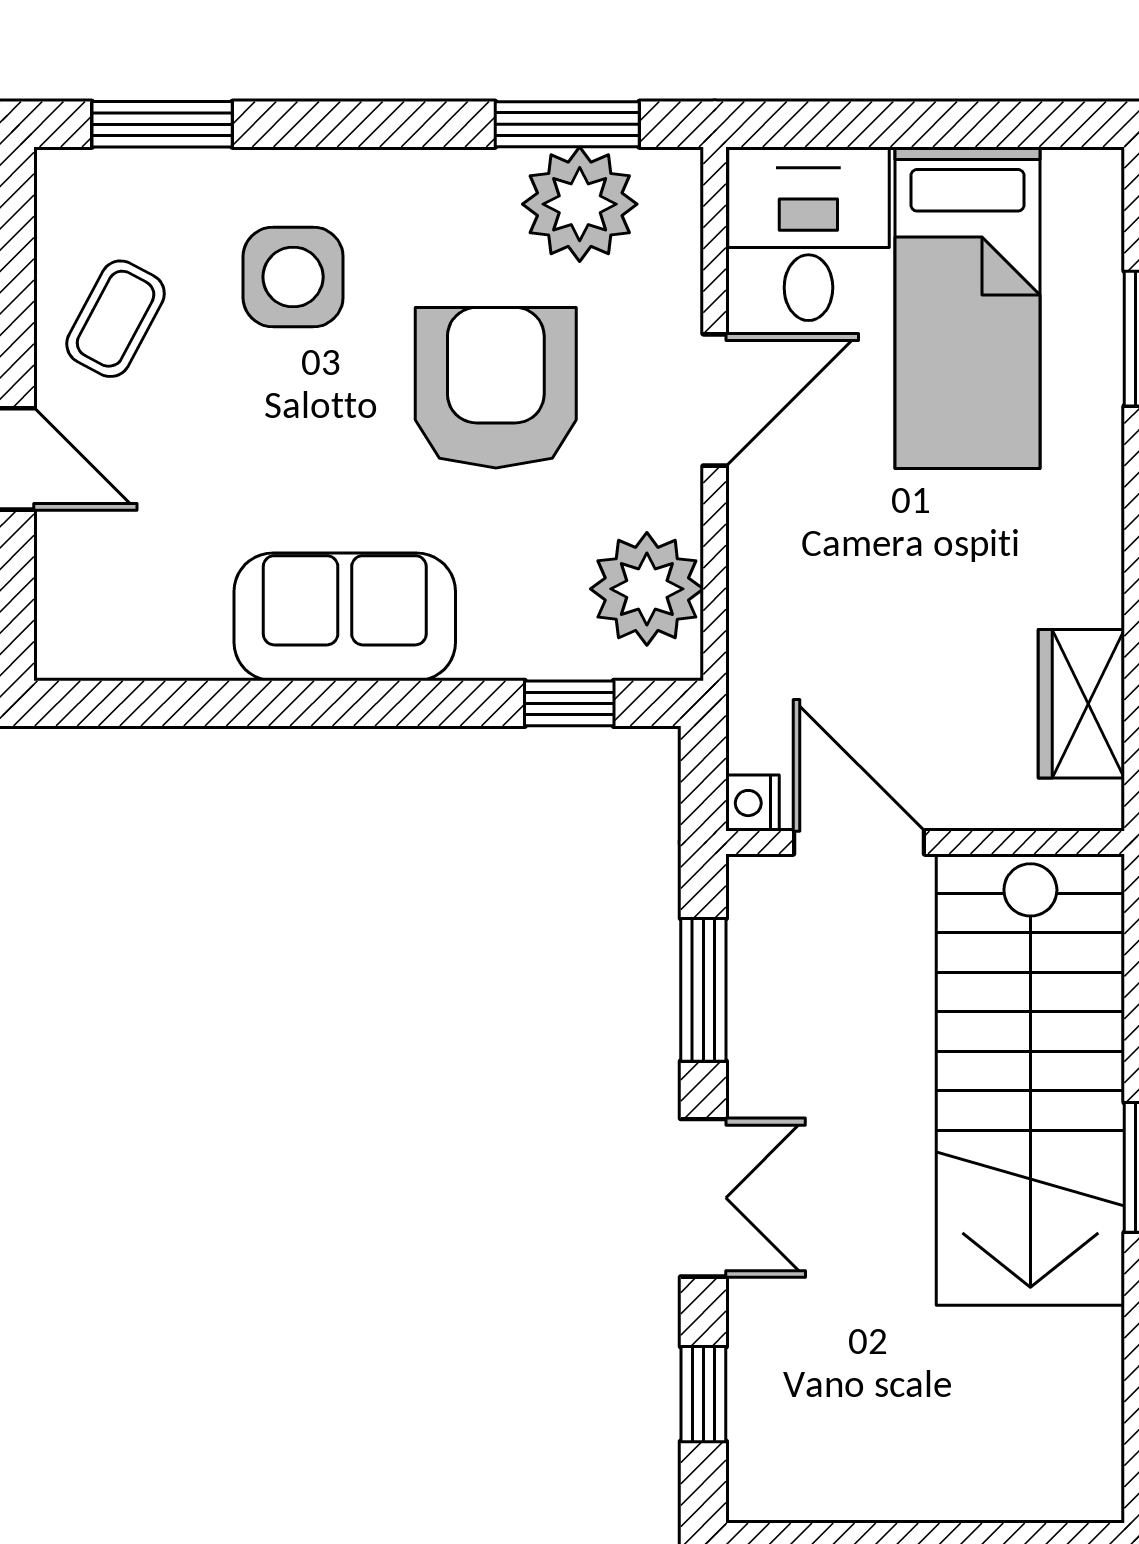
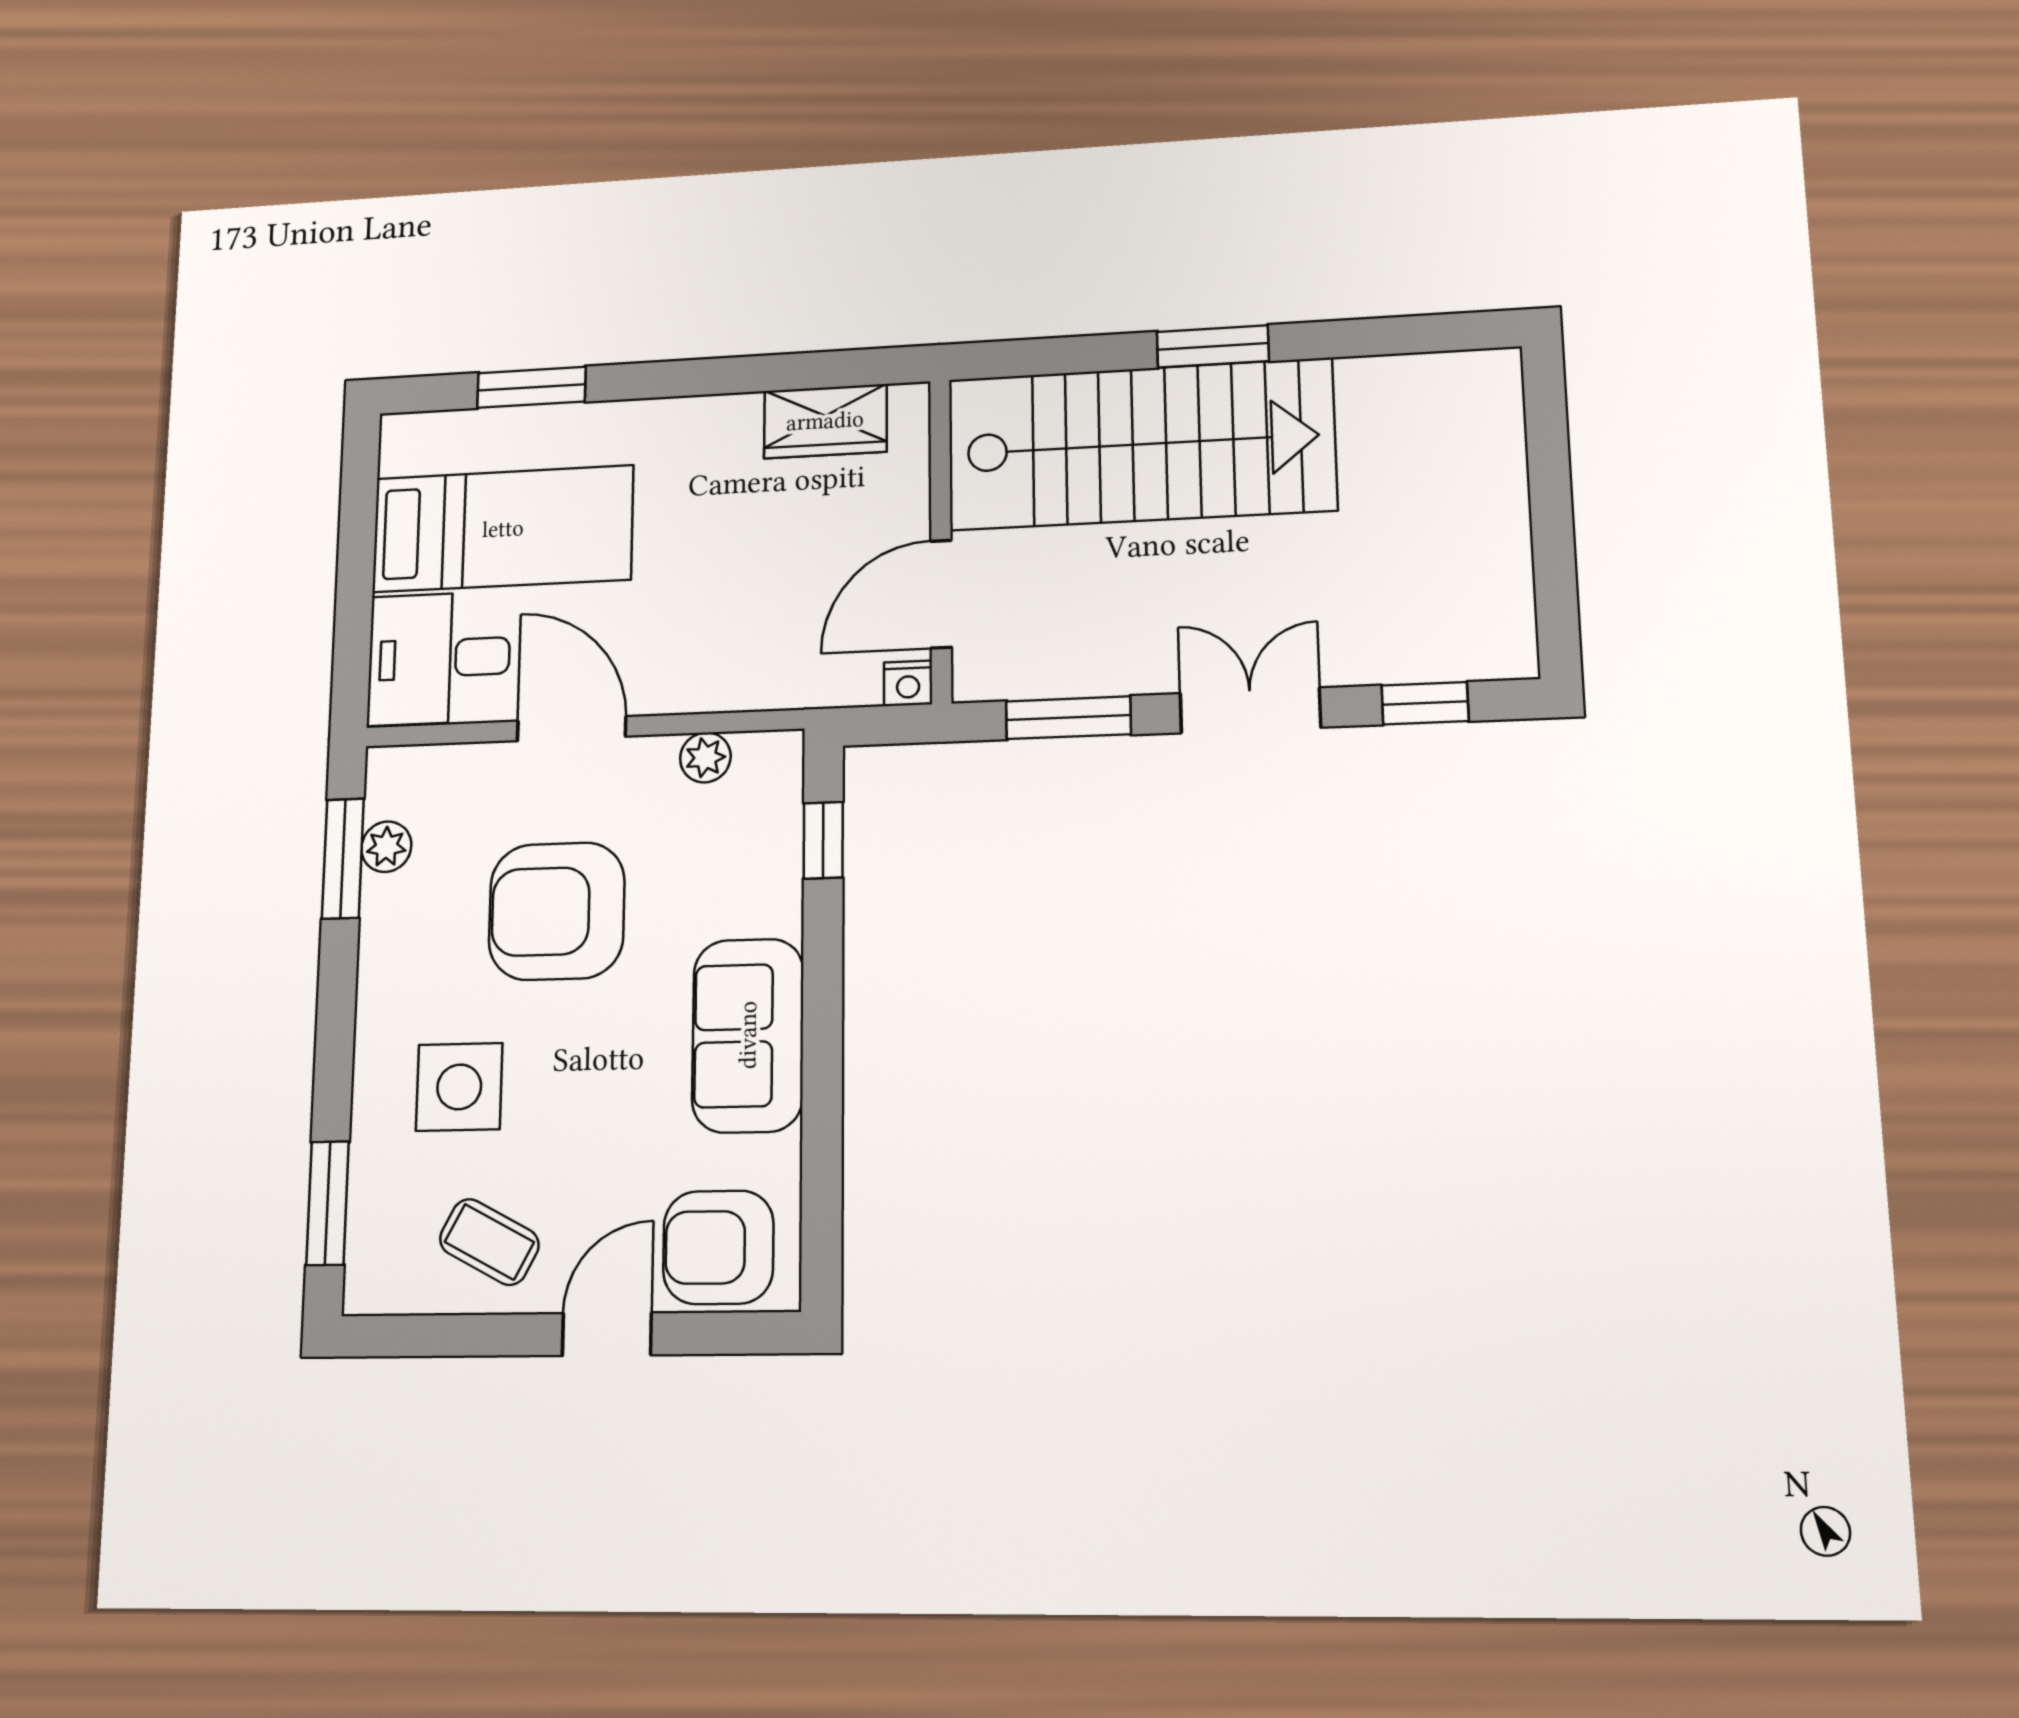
plant: (580, 204) -> (386, 847), width x0.53, depth x0.53
armchair: (106, 586) -> (718, 1247), added
plant: (647, 589) -> (705, 757), width x0.53, depth x0.53

